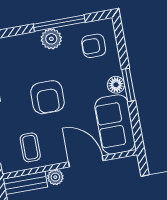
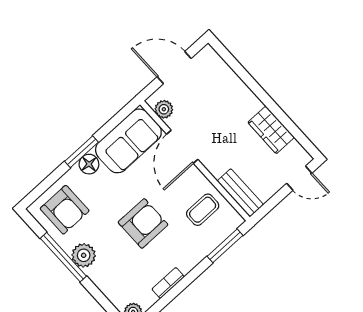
armchair: (94, 46) -> (65, 210), width x1.38, depth x1.38
plant: (55, 177) -> (164, 109), moved

